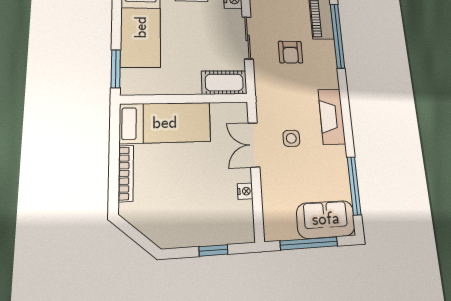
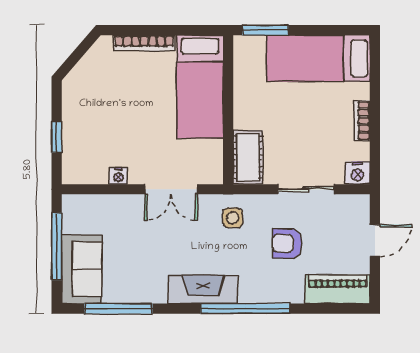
window: (337, 36) -> (245, 309), moved
side table: (291, 138) -> (233, 218), moved
double door: (254, 145) -> (171, 189), swing flipped

